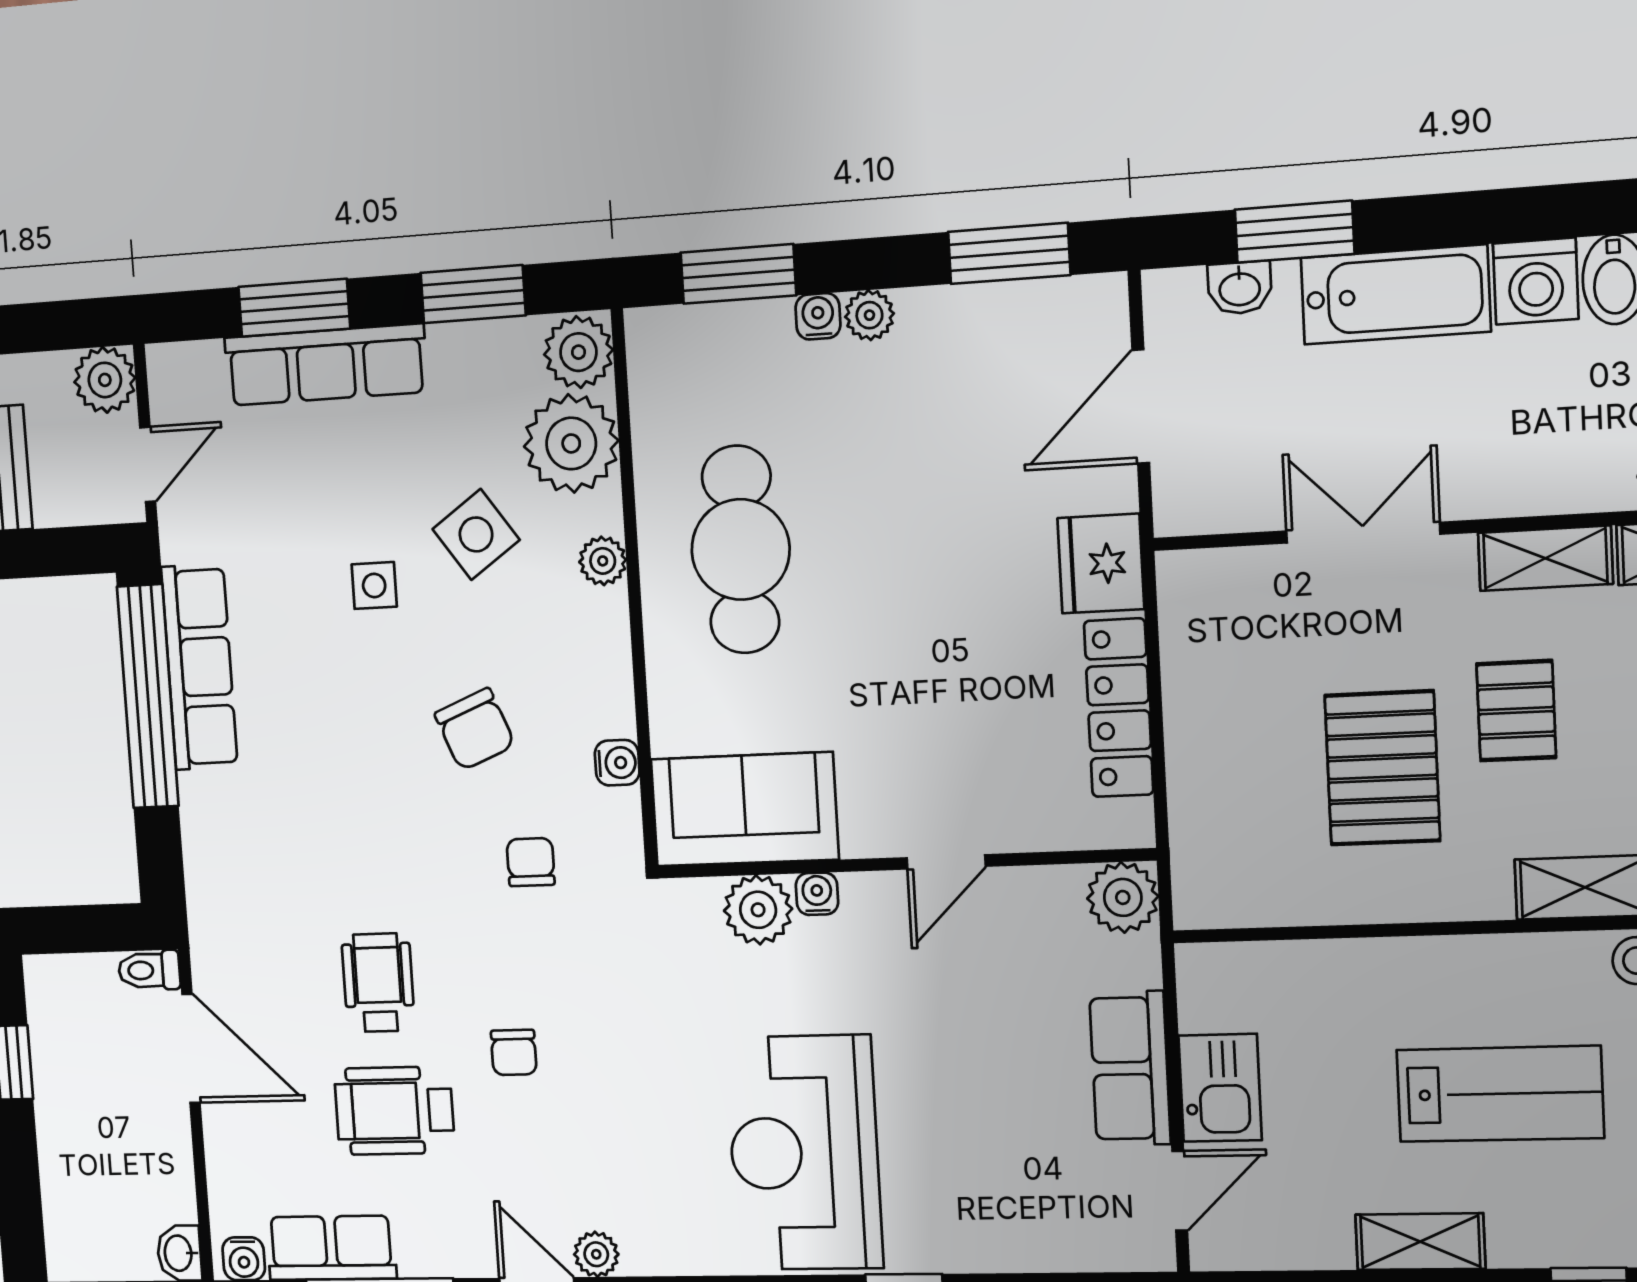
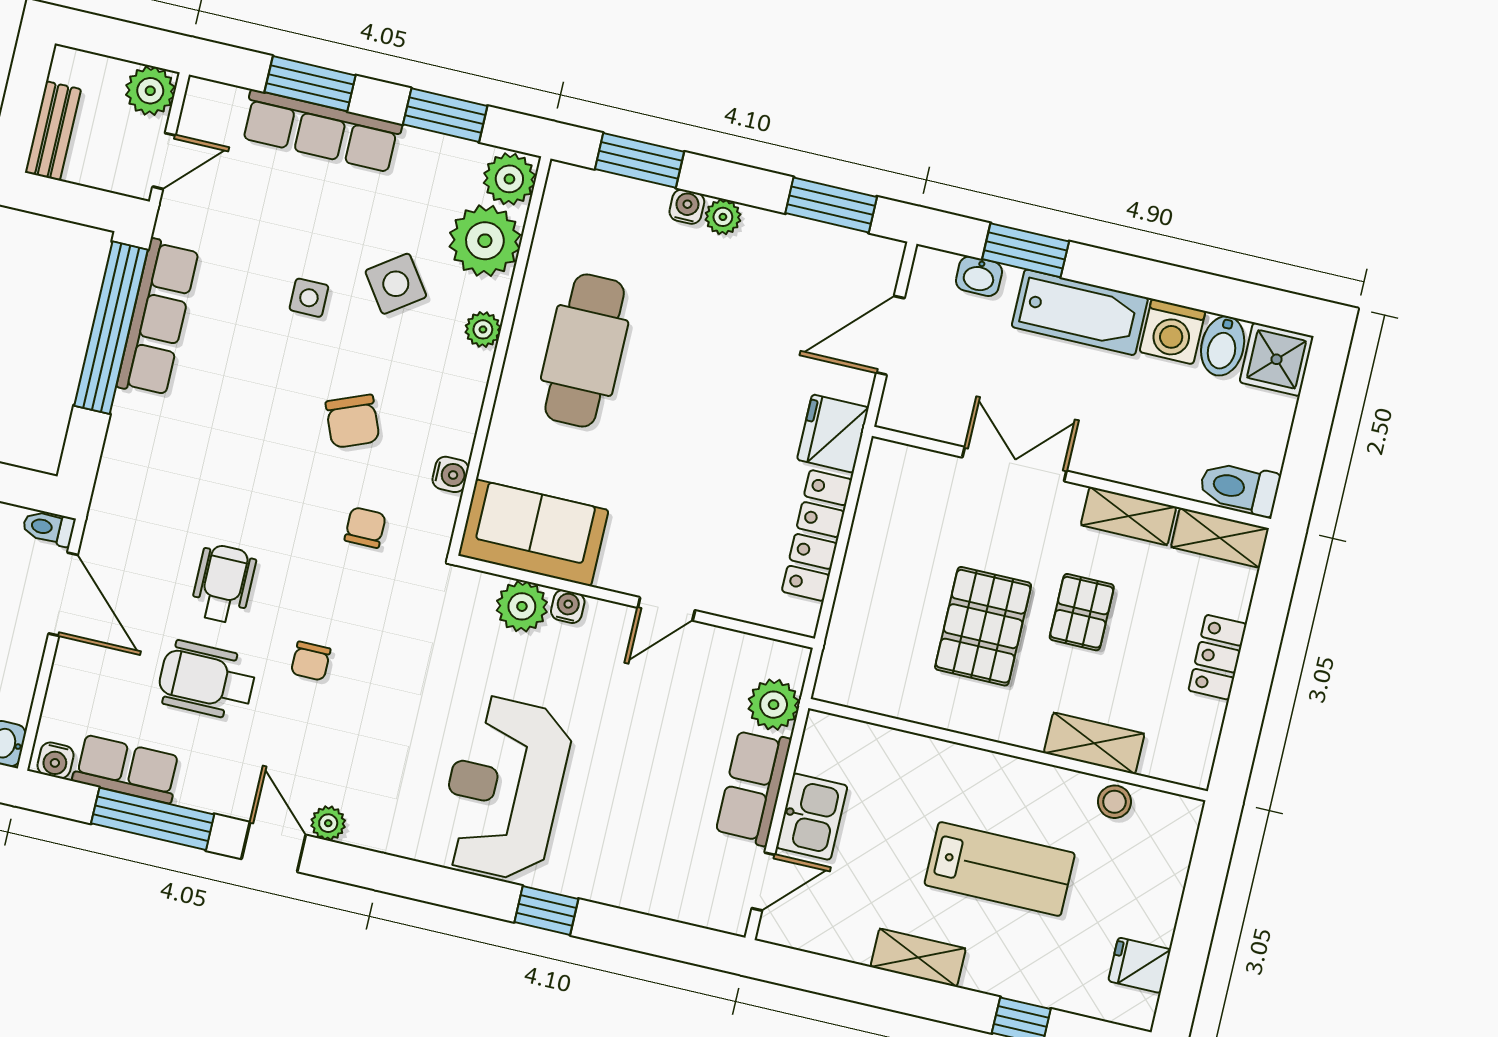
plant: (1123, 897) -> (774, 705), moved

